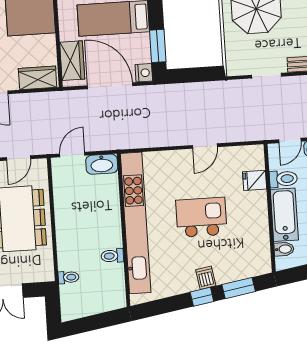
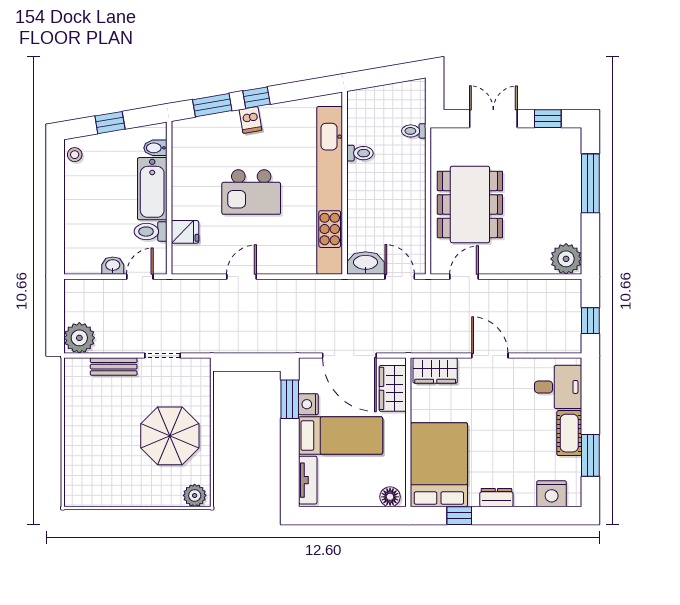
nightstand: (144, 73) -> (308, 404), moved
door: (72, 155) -> (400, 277), swing flipped

